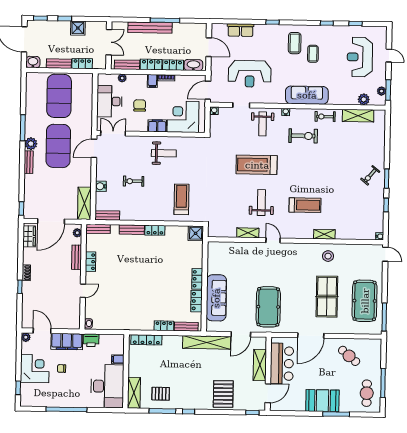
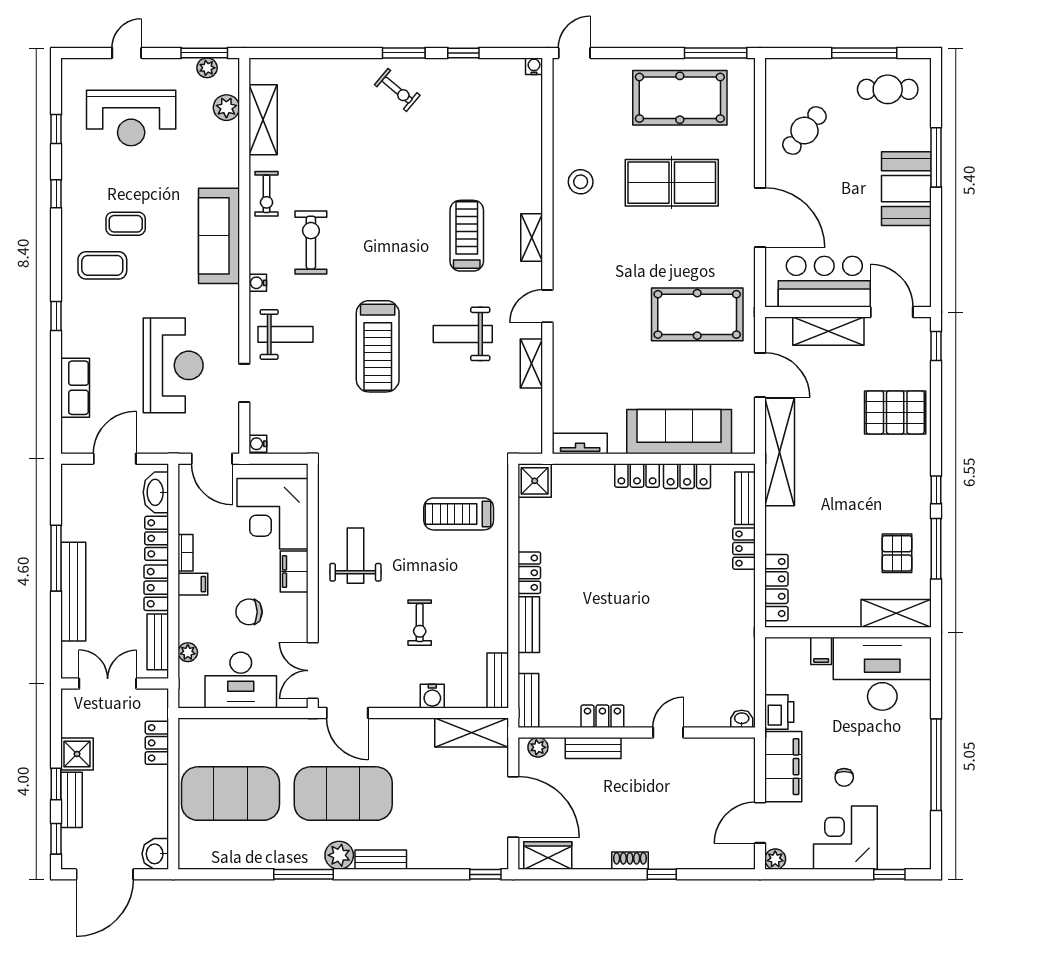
bench: (59, 64) -> (72, 800), moved
shelving: (324, 234) -> (532, 237), moved
tv unit: (212, 254) -> (580, 443), added
door: (83, 291) -> (668, 732), hinge flipped

